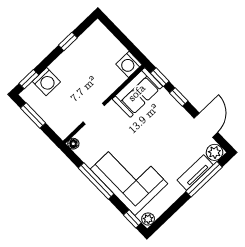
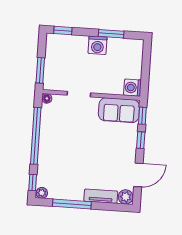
window: (68, 41) -> (111, 34), width x1.50
washing machine: (46, 82) -> (97, 45), moved
window: (33, 116) -> (40, 70), moved
corner sofa: (129, 176) -> (59, 155), removed
window: (204, 179) -> (72, 204), moved
window: (96, 181) -> (36, 136), width x1.46

